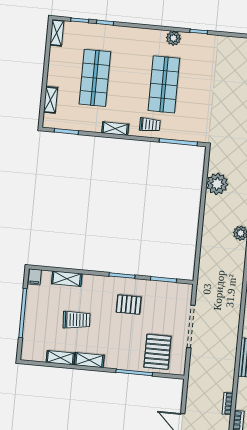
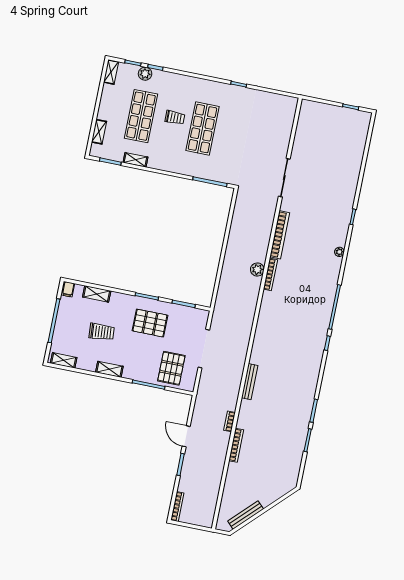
plant: (173, 38) -> (145, 74), moved
trolley: (150, 125) -> (175, 118), moved
shelving: (115, 129) -> (135, 160), moved
plant: (217, 184) -> (241, 223), removed
pallet: (129, 305) -> (150, 323), width x1.50, depth x1.42
shelving: (60, 358) -> (64, 360), moved

